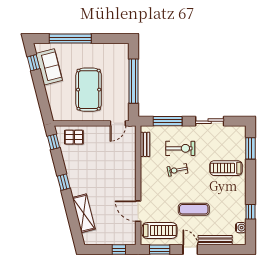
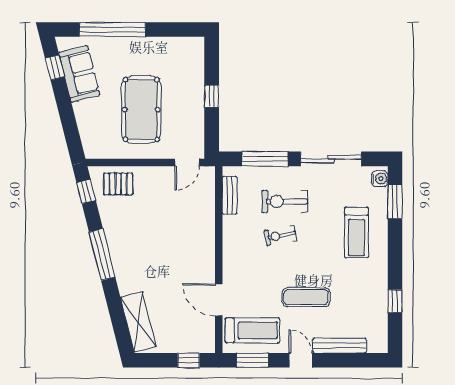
window: (134, 81) -> (212, 96), width x0.32
sliding door: (210, 121) -> (331, 159), width x1.37
exercise bike: (180, 148) -> (285, 202), turned 180
treadmill: (226, 168) -> (357, 233), turned -90
window: (64, 182) -> (102, 255), width x2.17
shelving: (84, 213) -> (138, 322), moved
water cooler: (241, 228) -> (380, 179), moved

